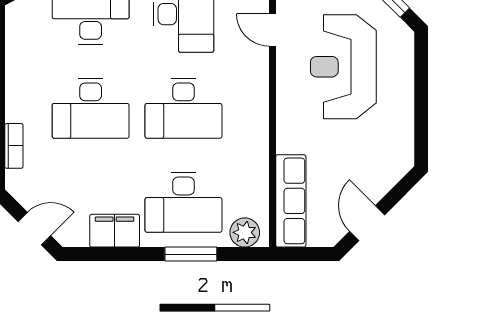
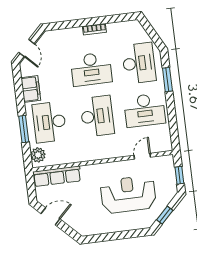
desk: (91, 108) -> (91, 69), turned -90
desk: (184, 108) -> (97, 116), turned 180
bookcase: (14, 146) -> (94, 29), moved

